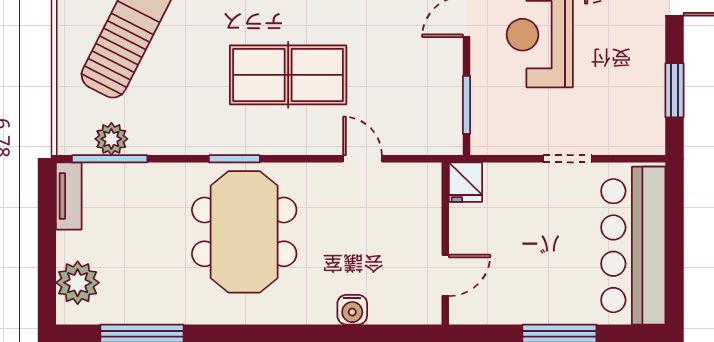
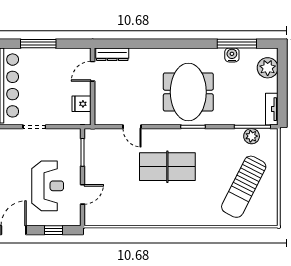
fridge: (466, 182) -> (81, 104), moved, turned -90
water cooler: (352, 310) -> (232, 55), moved
dresser: (404, 311) -> (112, 54), added

